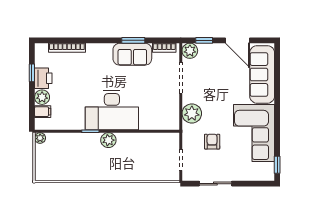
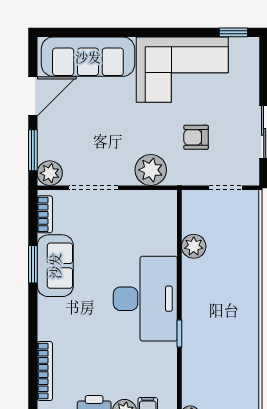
window: (204, 40) -> (33, 150), width x1.50
plant: (108, 140) -> (194, 246), moved

